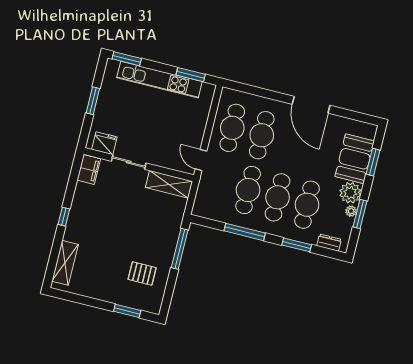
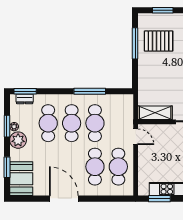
booth: (355, 159) -> (21, 179), moved
window: (297, 245) -> (25, 91), moved
window: (180, 249) -> (135, 43), moved
pallet: (142, 274) -> (159, 41), width x1.50, depth x1.42

